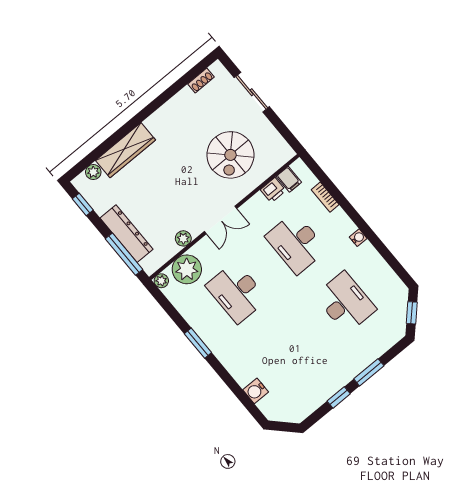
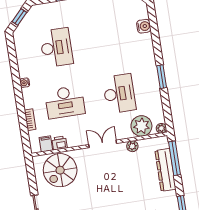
spiral stairs: (230, 155) -> (60, 170), moved, turned 180
desk: (296, 243) -> (65, 102), turned 90
desk: (345, 303) -> (56, 48), turned 180

